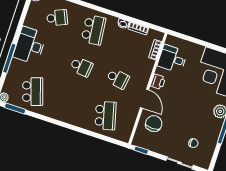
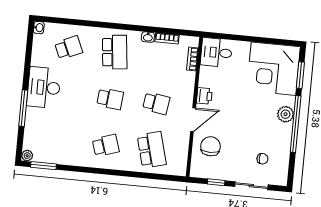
desk: (172, 59) -> (216, 53), moved
school desk: (33, 92) -> (106, 145), moved, width x0.54
door: (145, 99) -> (193, 120), hinge flipped
window: (141, 150) -> (216, 182), moved

